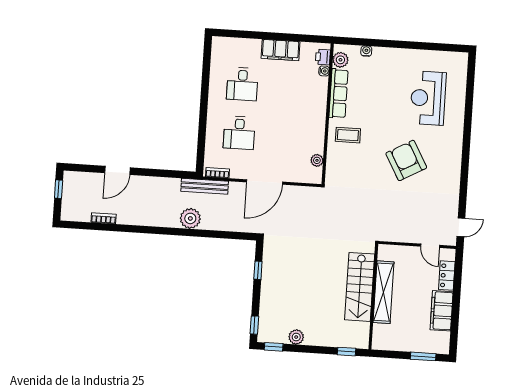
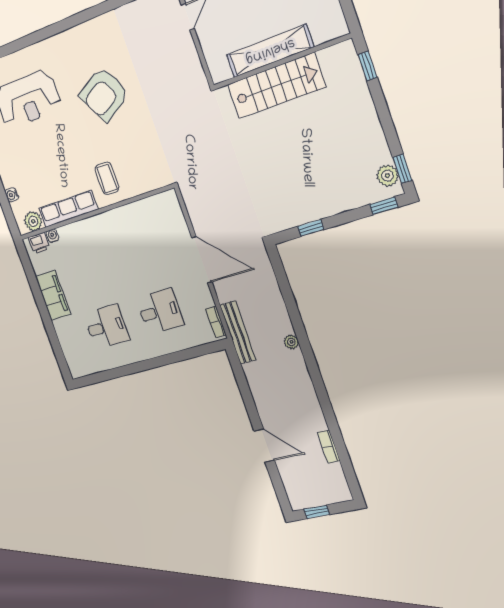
plant: (317, 160) -> (150, 205), removed
plant: (190, 218) -> (291, 342), width x0.53, depth x0.53
plant: (296, 337) -> (387, 176), moved

